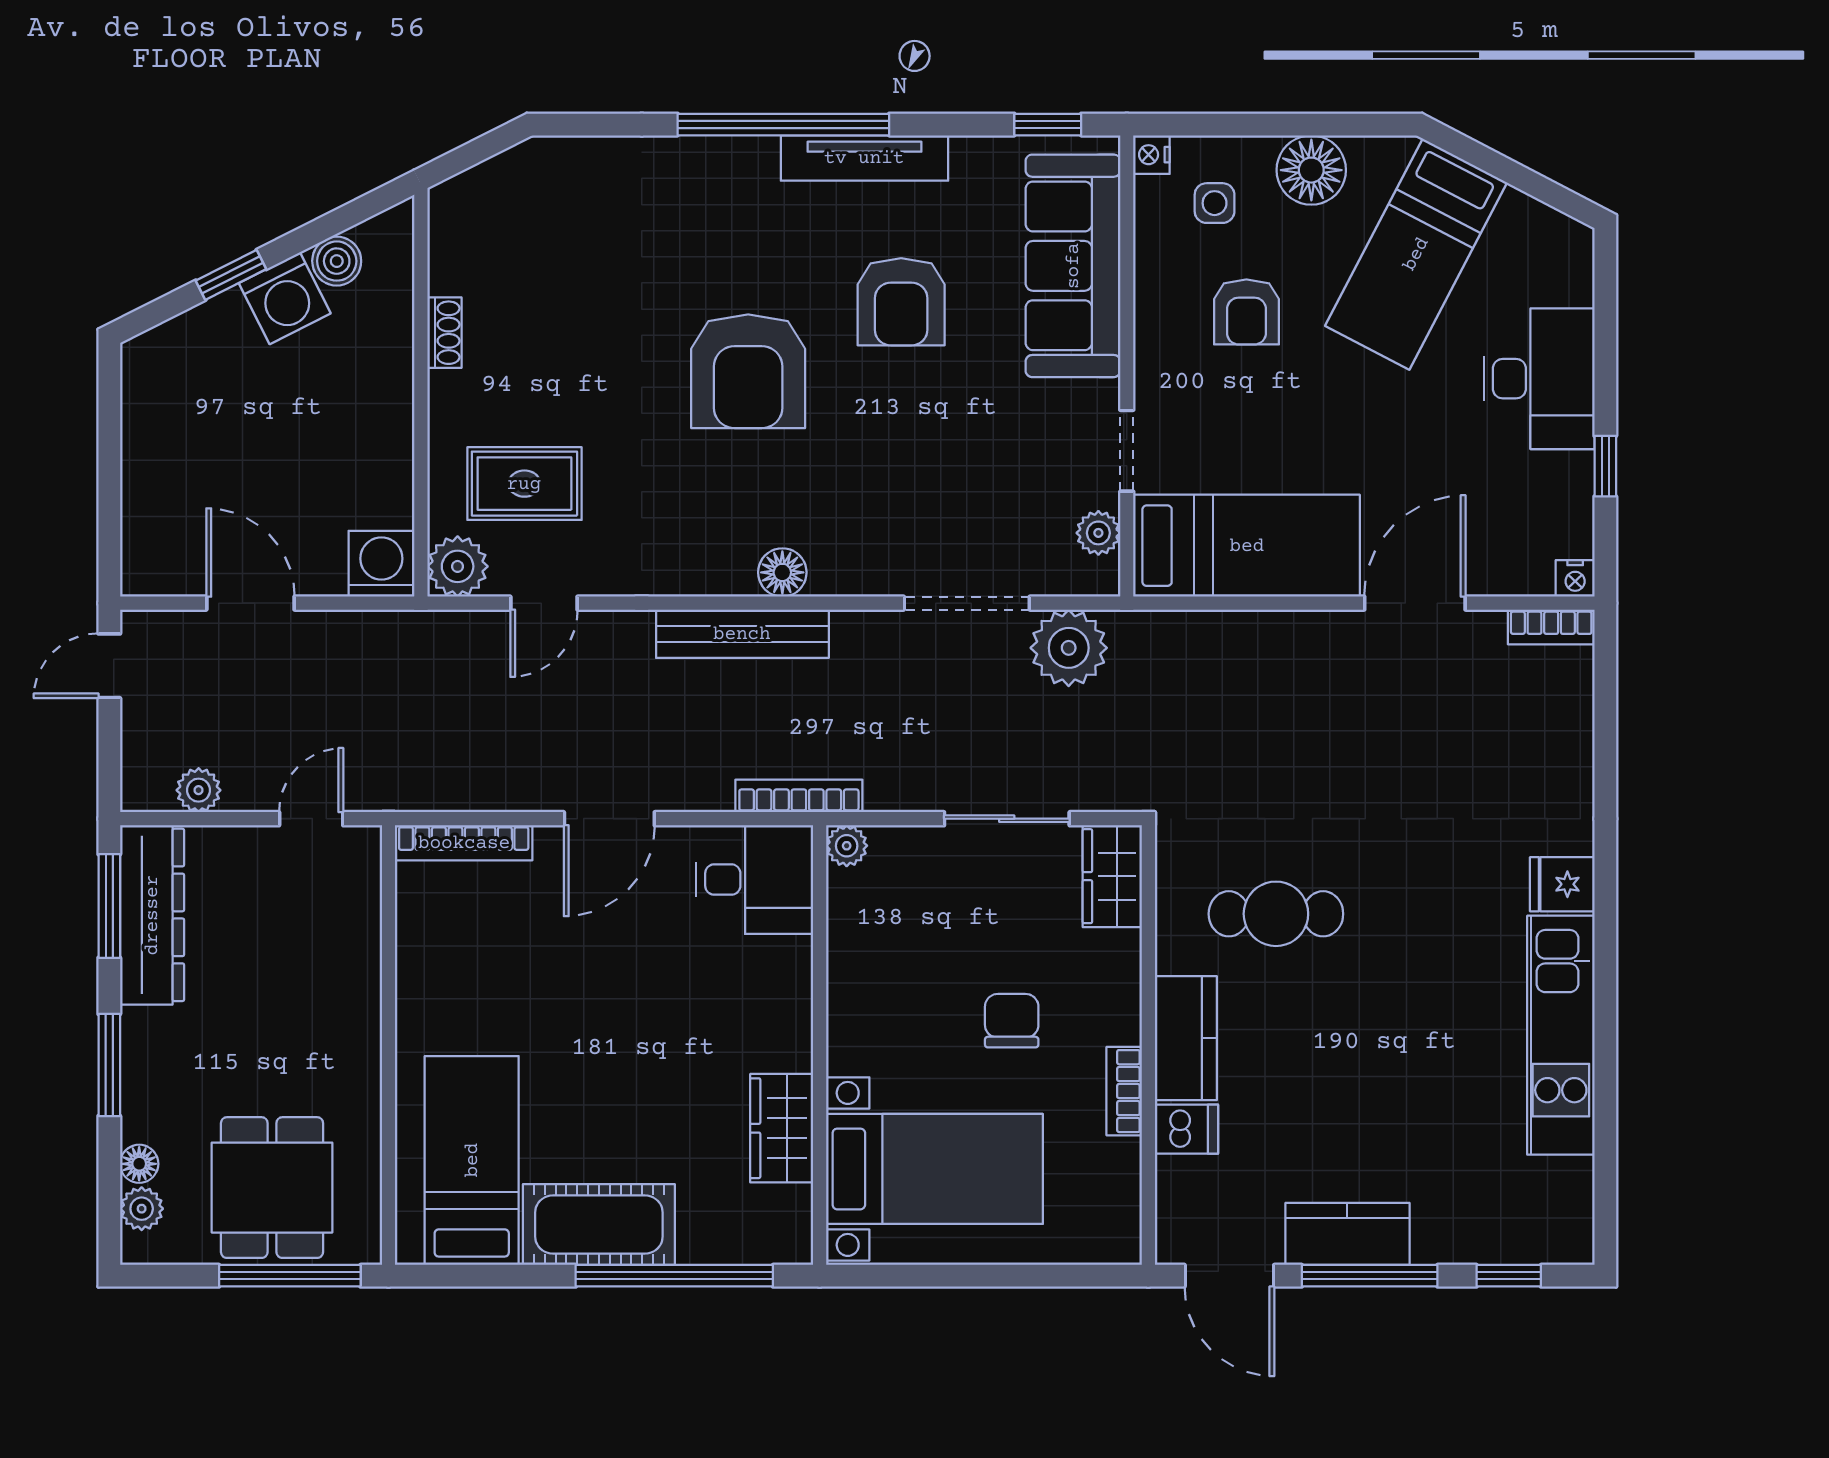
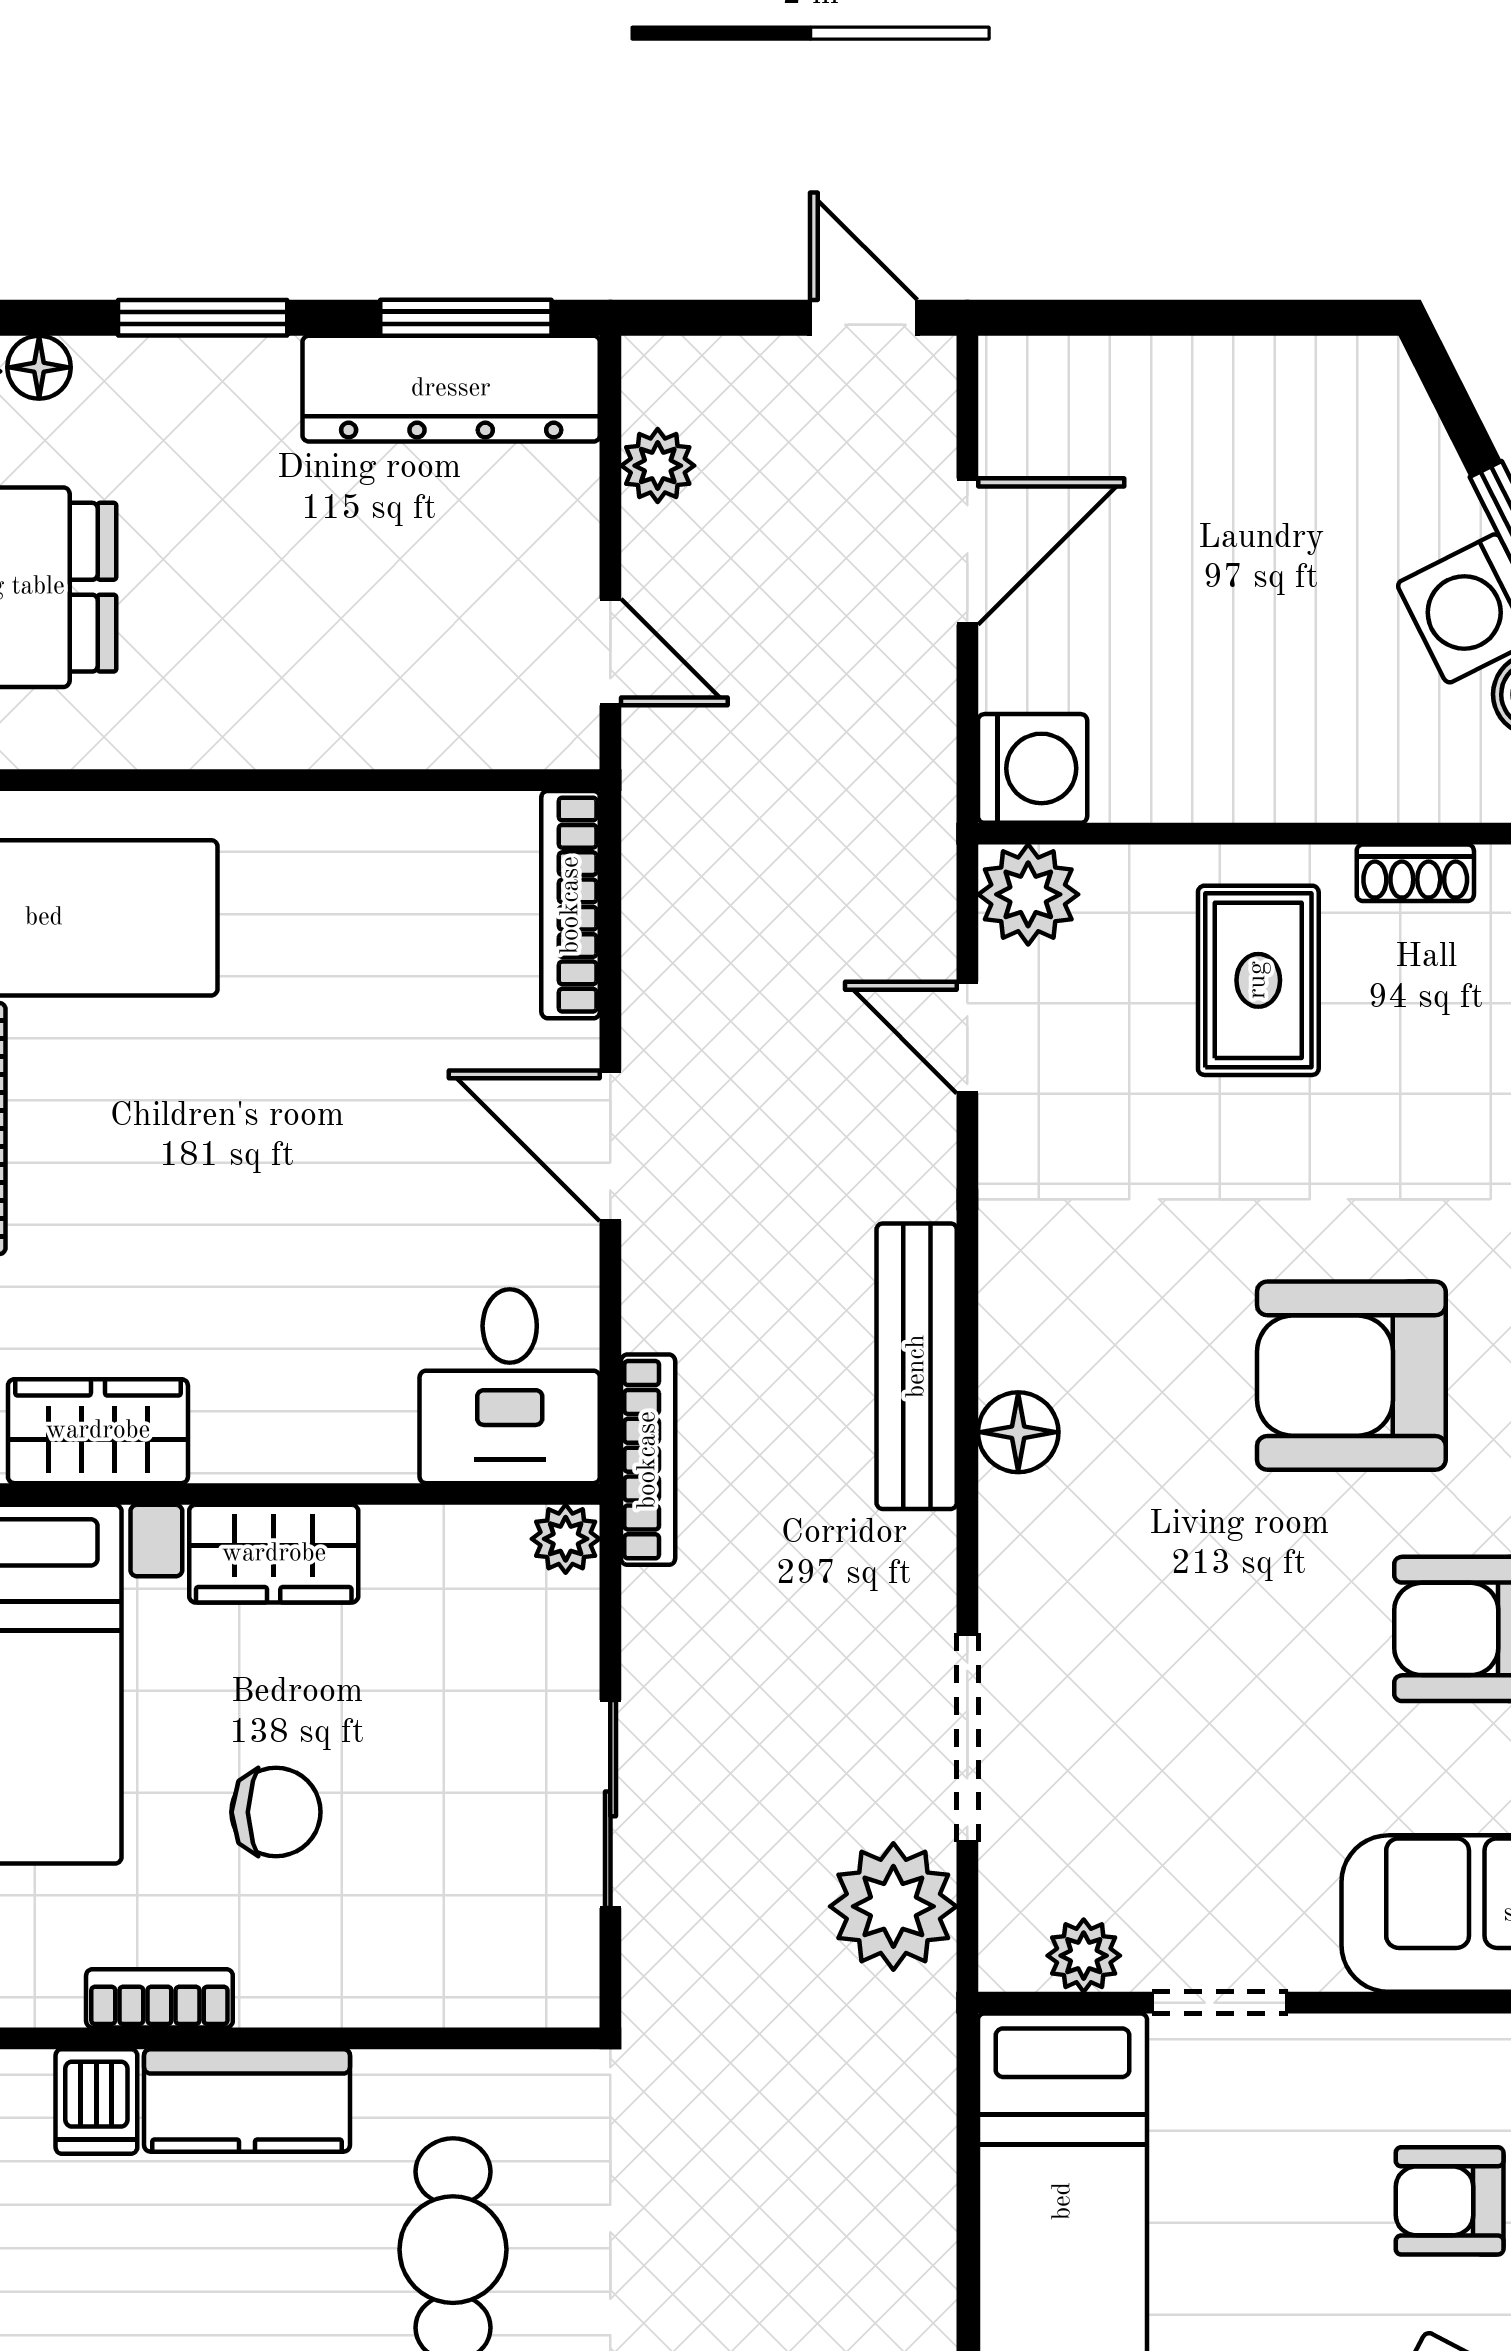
rug: (524, 484) -> (1258, 980), moved
wardrobe: (1112, 876) -> (274, 1554), moved, turned 180

